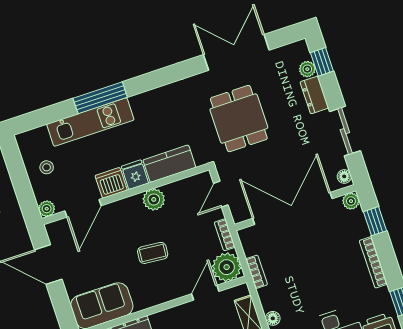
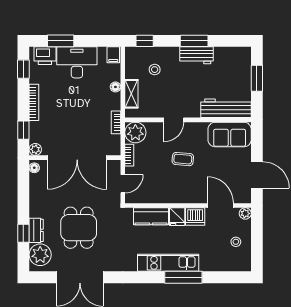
window: (322, 62) -> (23, 233), moved
plant: (307, 69) -> (40, 255), width x1.88, depth x1.88
dining table: (239, 119) -> (79, 228), moved
kitchen unit: (90, 122) -> (168, 263), moved
sliding door: (345, 131) -> (23, 199), removed
plant: (154, 199) -> (170, 195), removed
door: (83, 208) -> (220, 205), hinge flipped
door: (205, 293) -> (174, 120), moved

